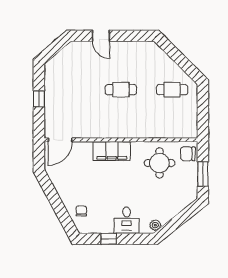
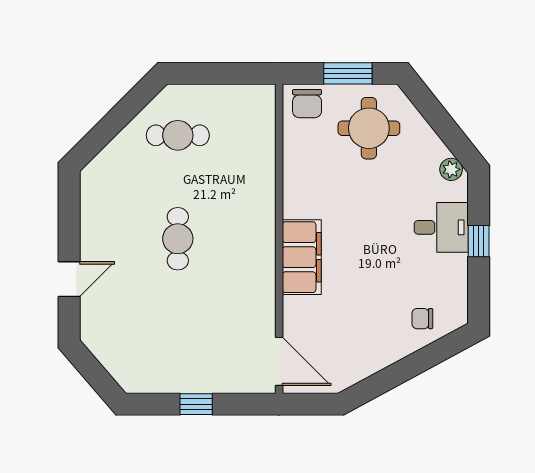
cafe table: (172, 90) -> (178, 135), turned 90
round table: (159, 163) -> (369, 128), moved
window: (109, 239) -> (479, 241), moved

